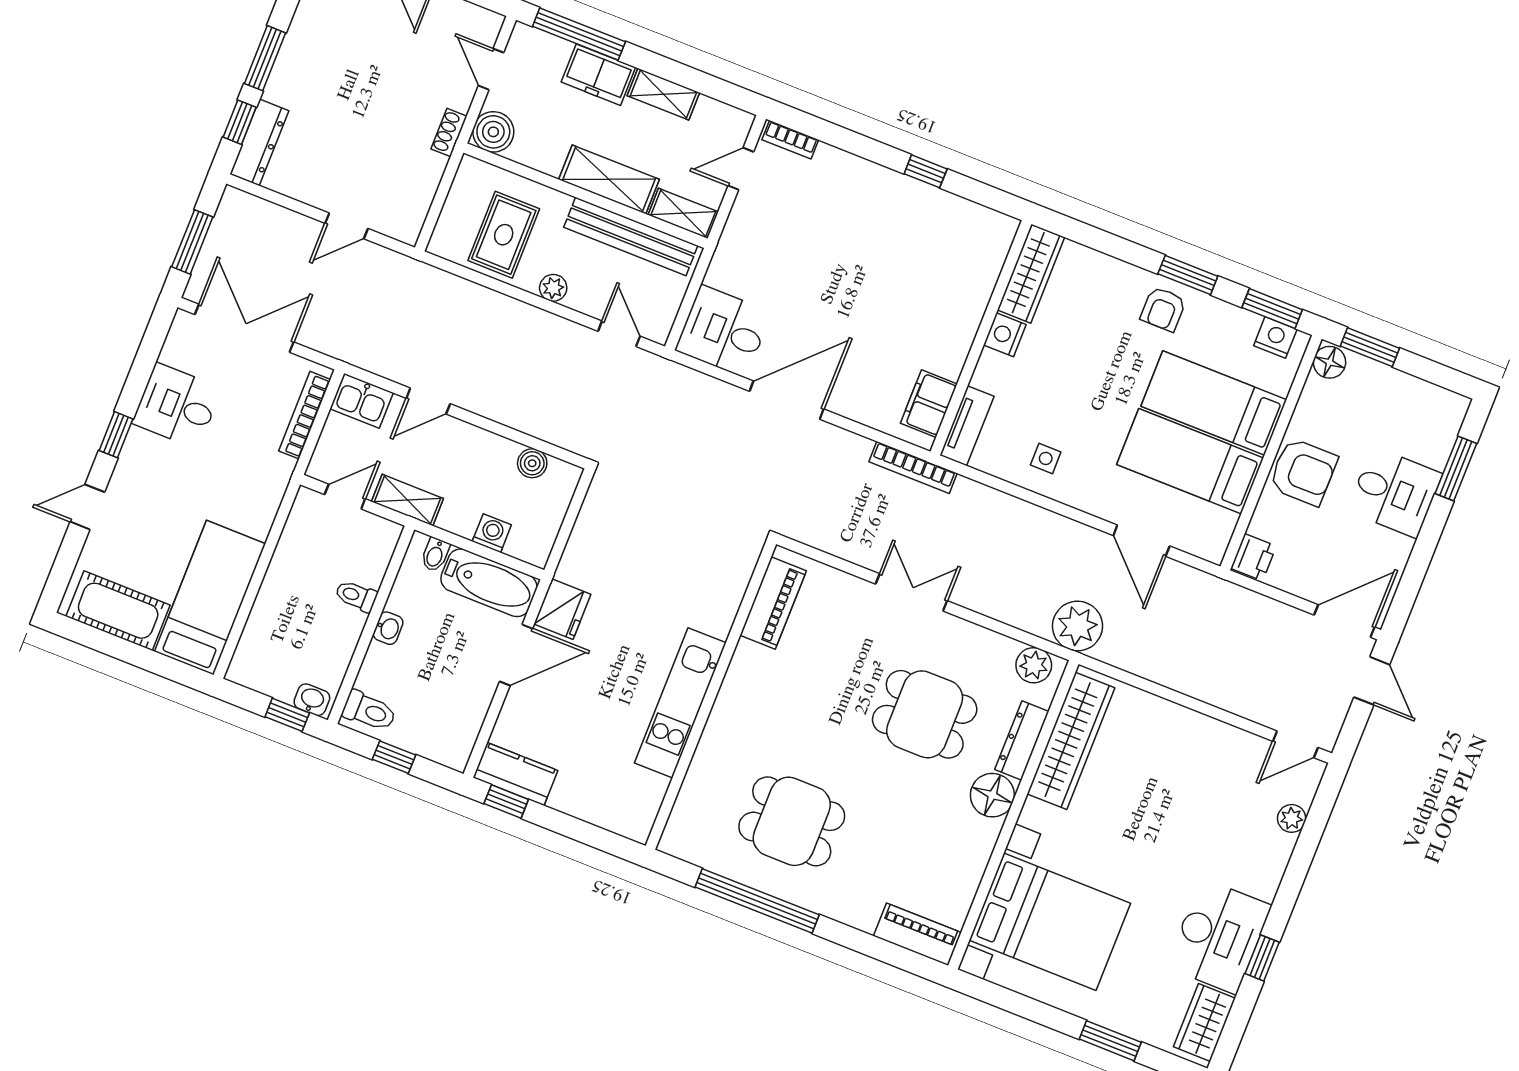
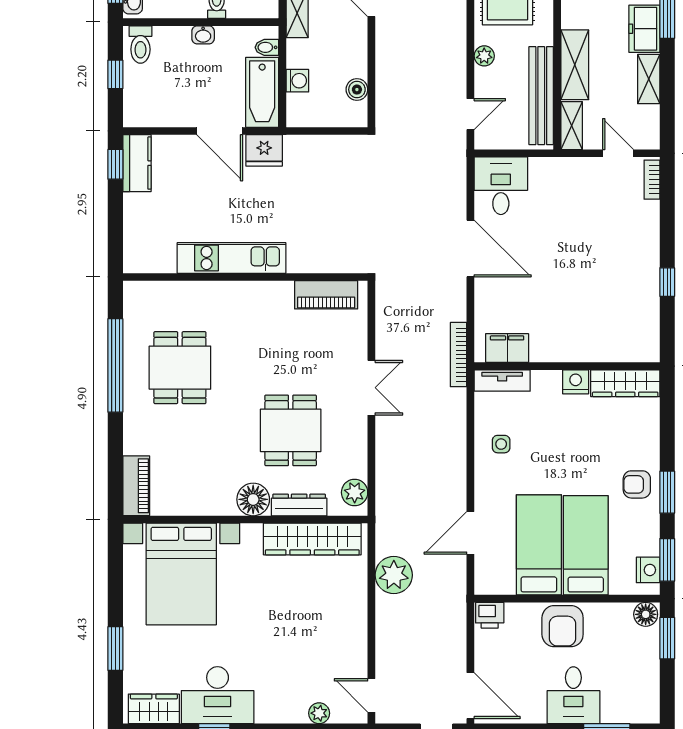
plant: (1078, 626) -> (394, 575), moved

